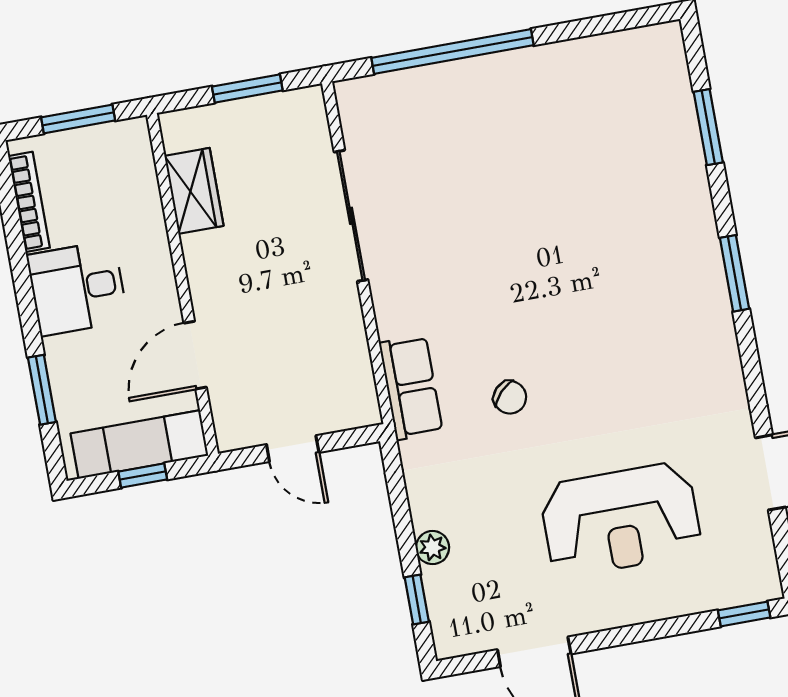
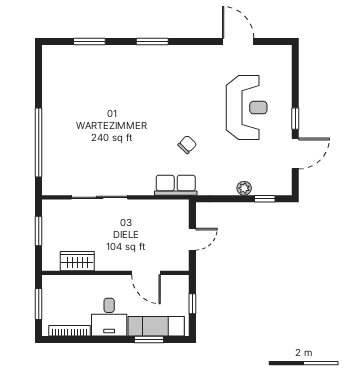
exam couch: (139, 444) -> (156, 326), moved, turned 90
window: (744, 614) -> (295, 119), moved

